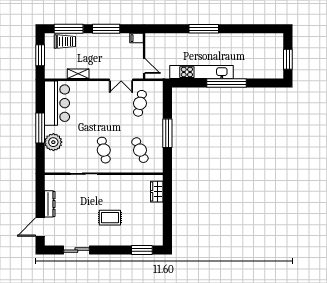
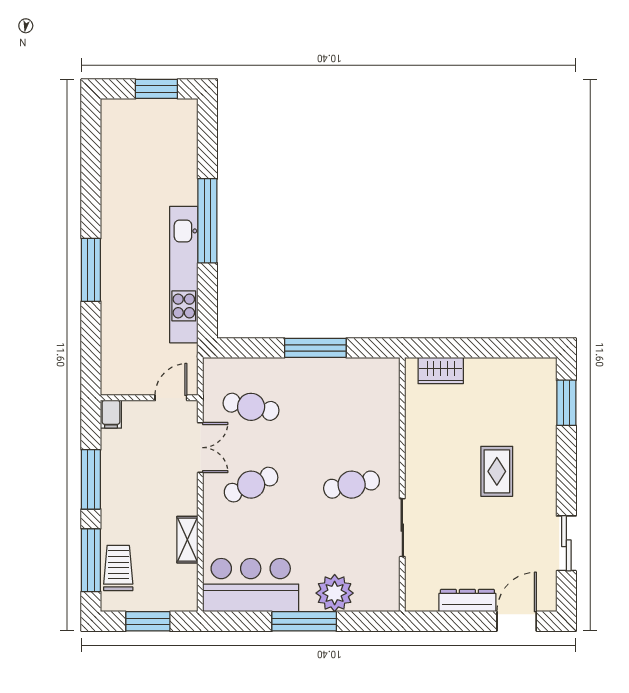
cafe table: (140, 150) -> (251, 485), moved
door: (40, 227) -> (517, 621), swing flipped

